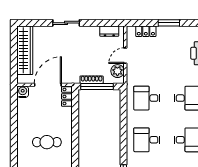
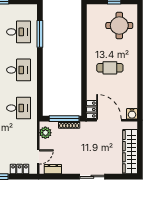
door: (125, 56) -> (38, 157), moved
door: (48, 85) -> (109, 120), swing flipped

